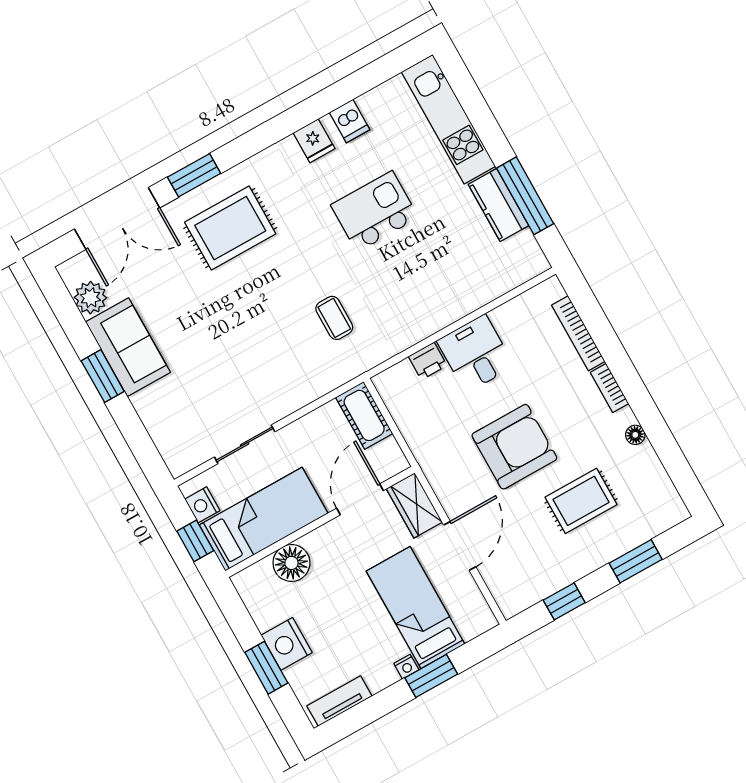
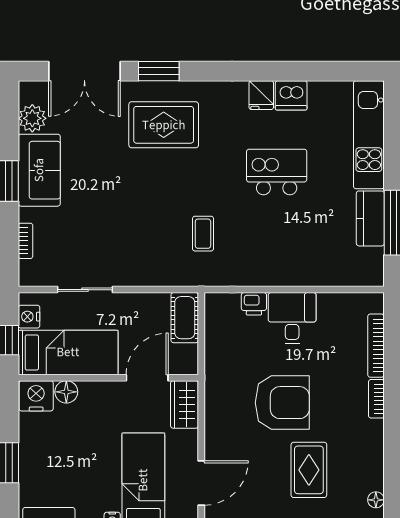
dishwasher: (350, 121) -> (291, 95), width x1.38
bookcase: (155, 428) -> (26, 241), added
floor lamp: (635, 435) -> (376, 500), moved
rug: (581, 501) -> (309, 470), turned 90
door: (460, 546) -> (201, 483), moved
floor lamp: (291, 563) -> (66, 392), width x0.73, depth x0.73
nightstand: (287, 644) -> (36, 396), moved, turned 90

